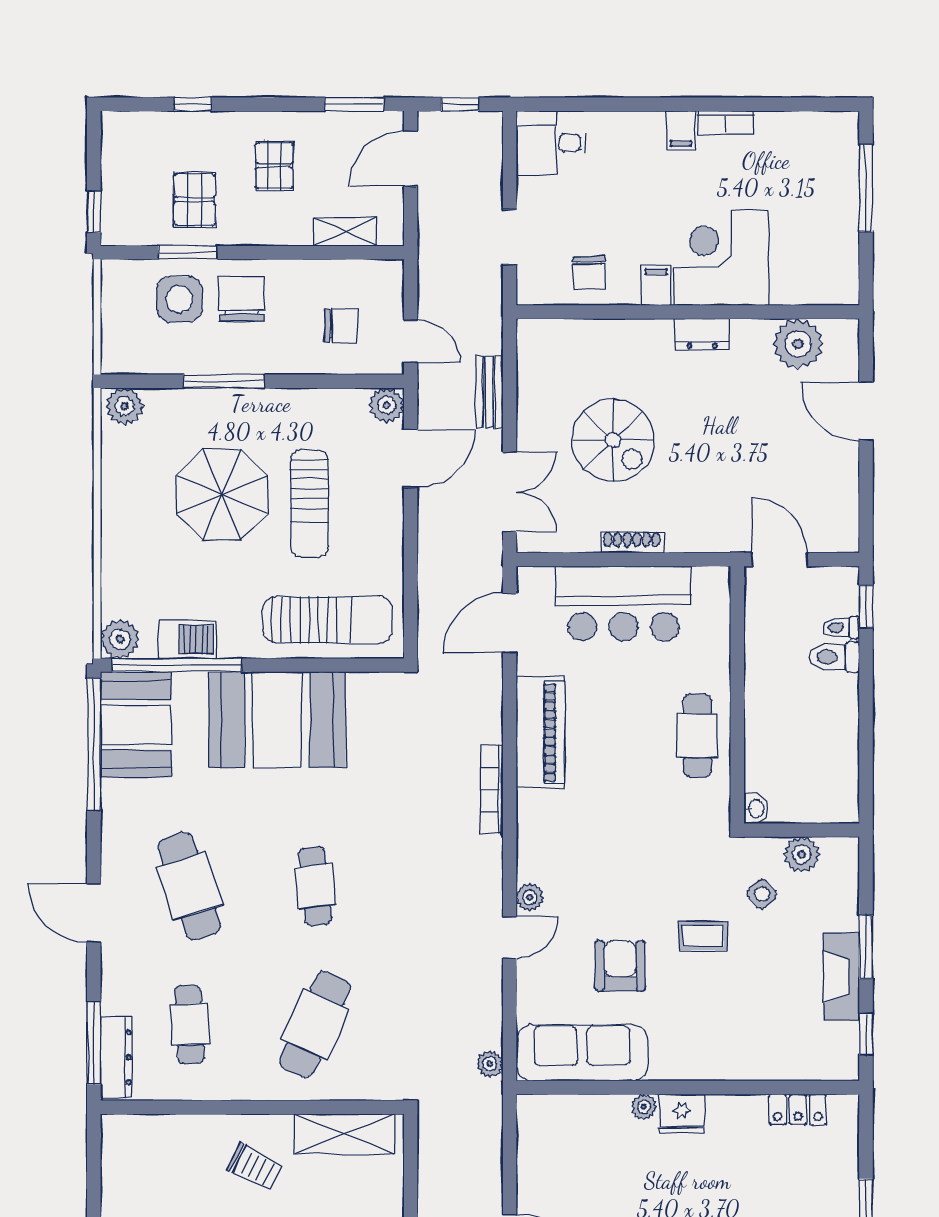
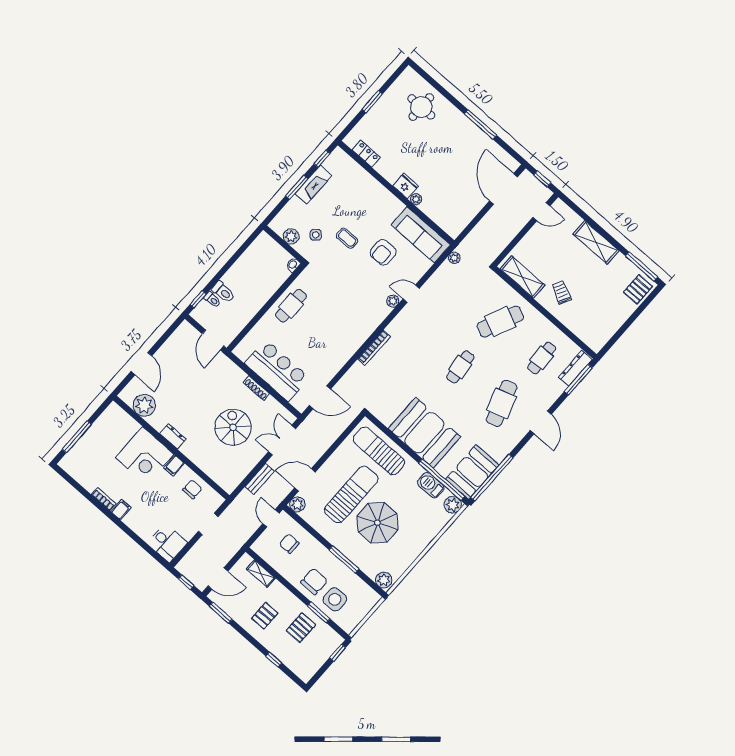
chair: (242, 299) -> (314, 581), turned 180
sun lounger: (309, 503) -> (351, 495), width x1.36, depth x1.34
piano: (541, 733) -> (342, 352), removed

